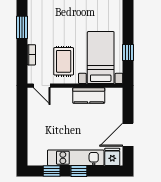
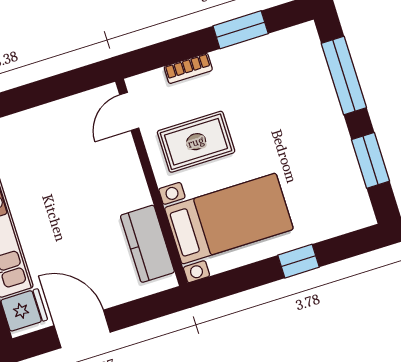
window: (128, 53) -> (299, 261), moved
kitchen counter: (89, 96) -> (147, 244), moved

